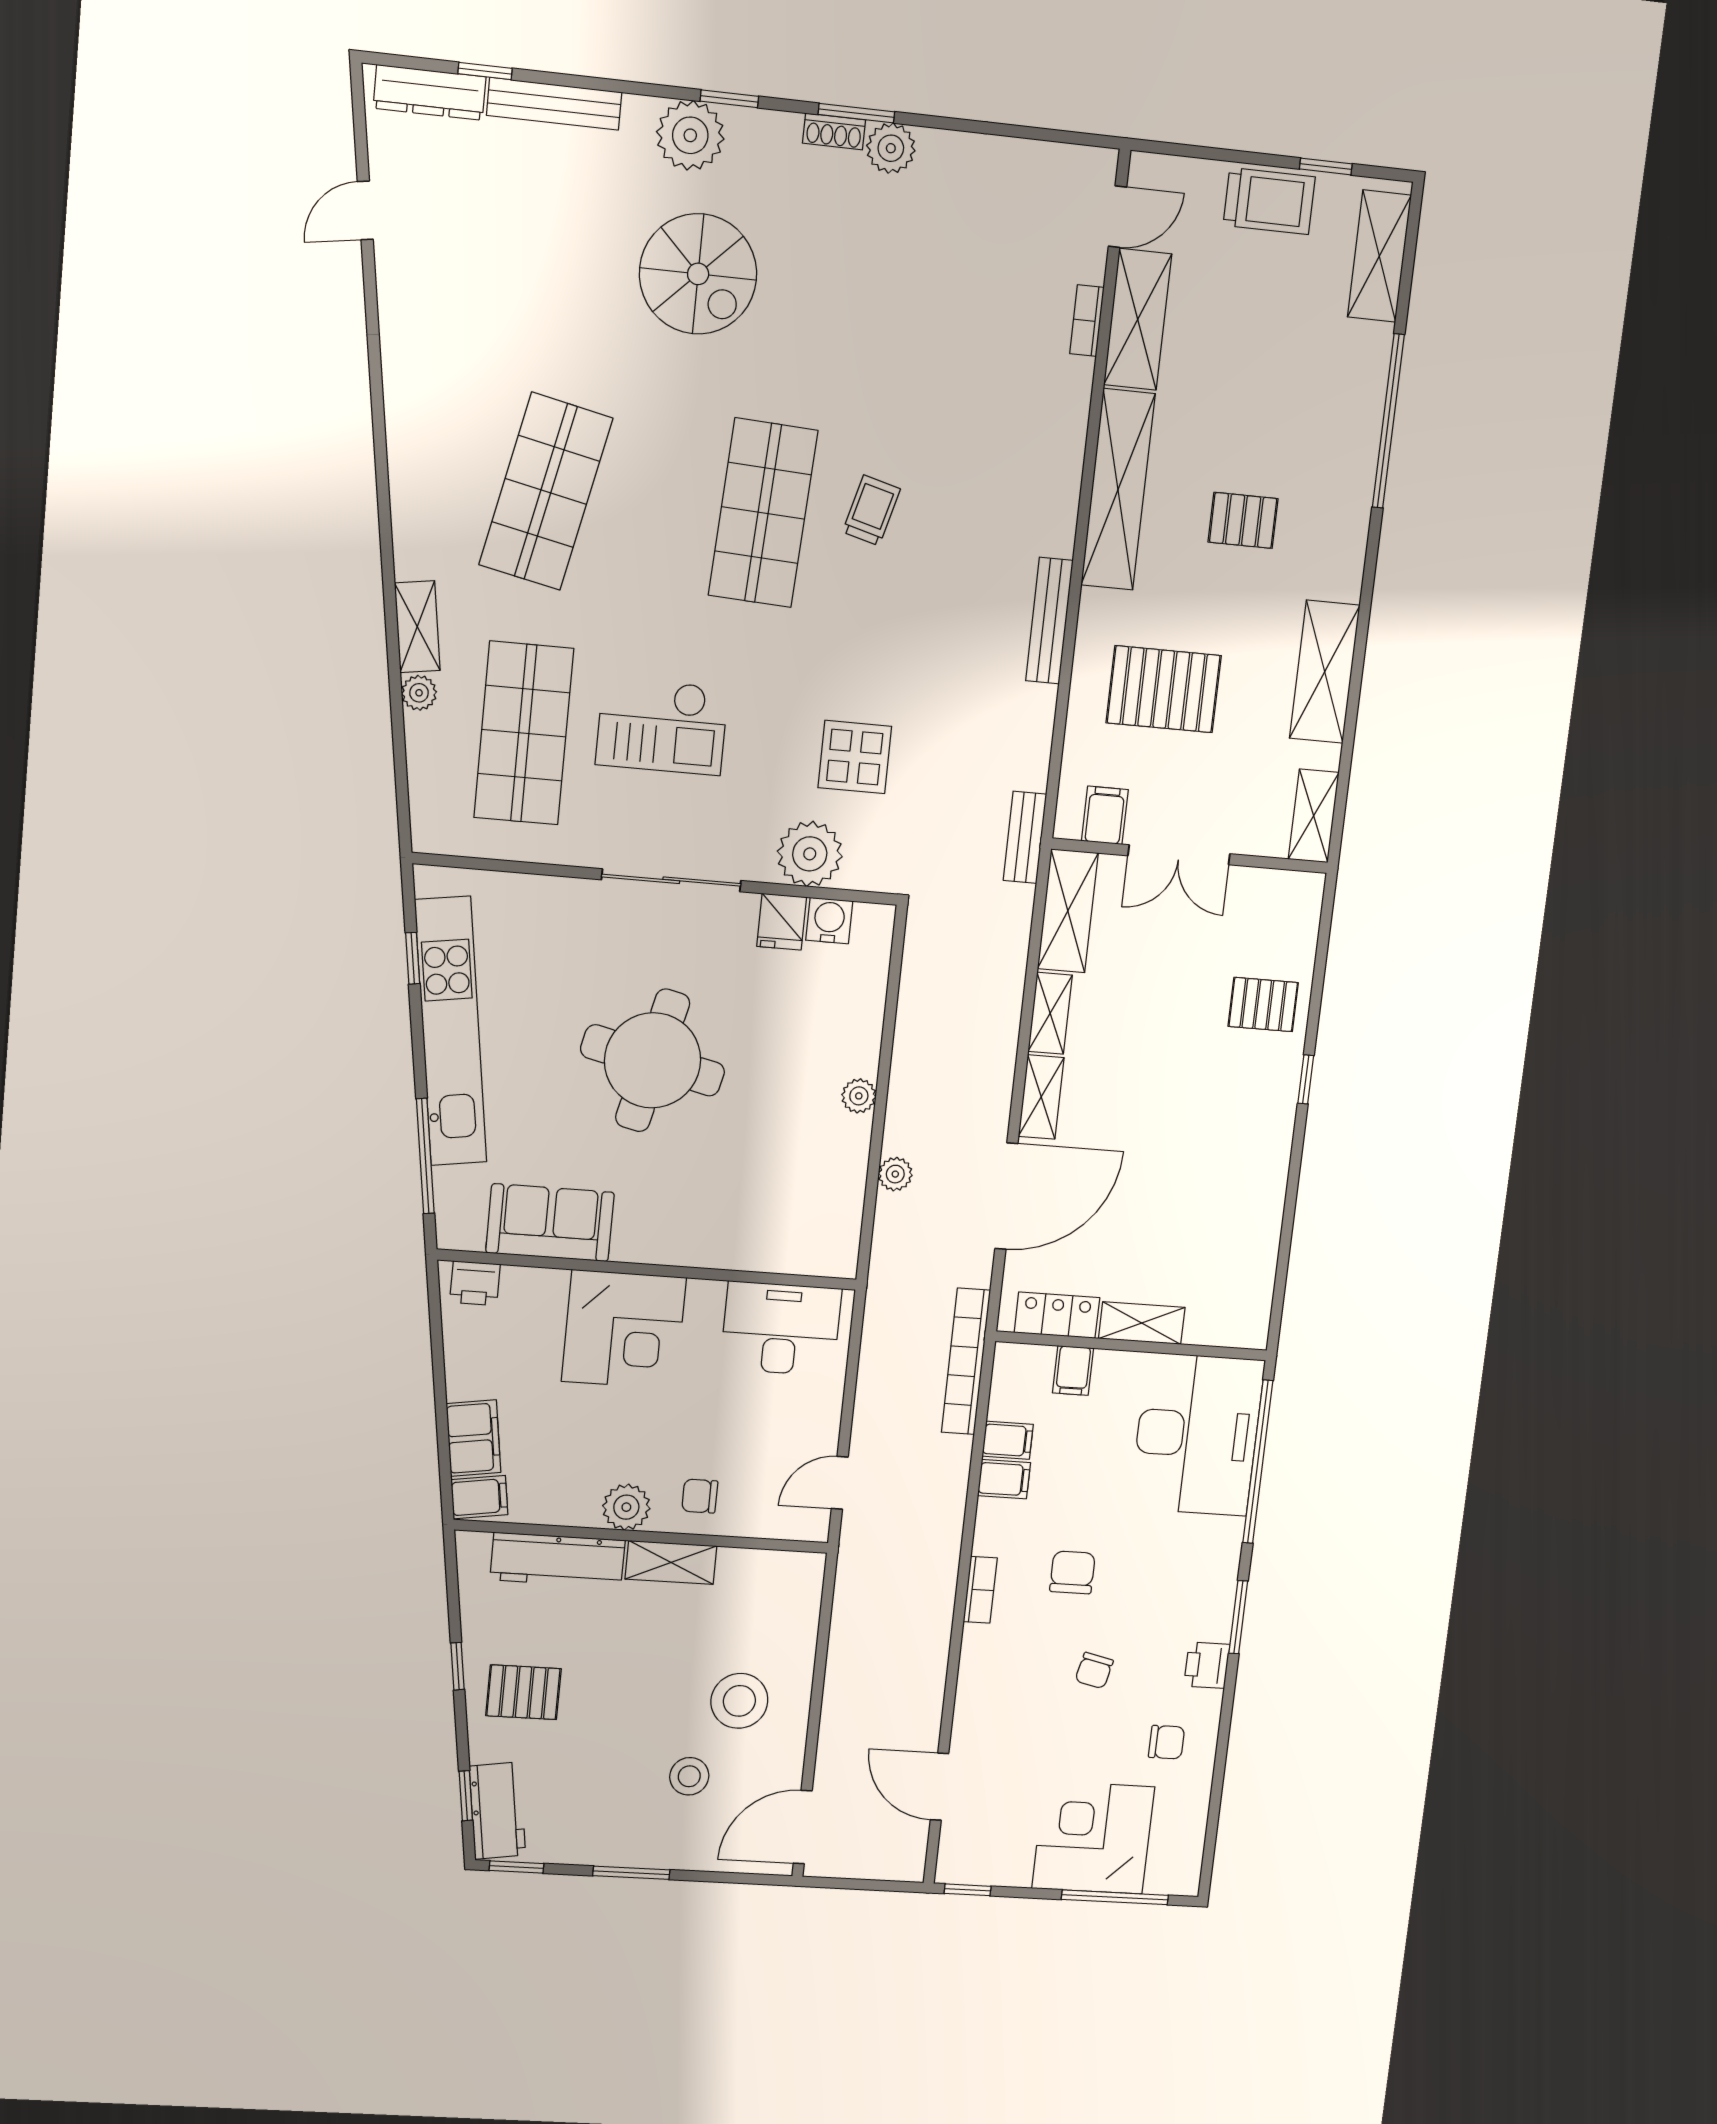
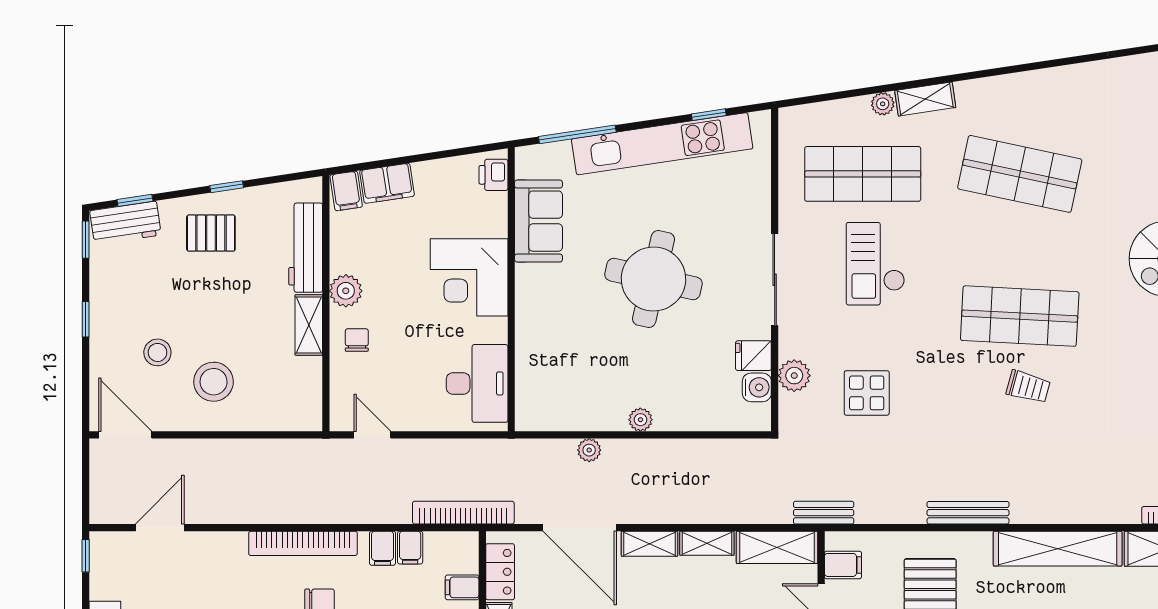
plant: (810, 854) -> (794, 376), width x0.73, depth x0.73
bookcase: (980, 1590) -> (303, 543), width x2.31, depth x1.31
pallet: (523, 1692) -> (211, 233), turned 90
window: (631, 1873) -> (86, 319), width x0.67

